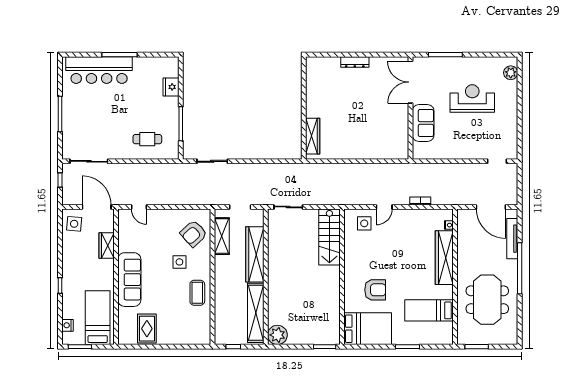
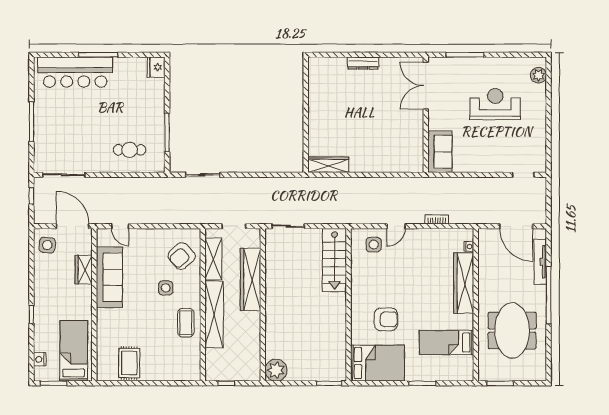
fridge: (171, 87) -> (156, 67), moved
sofa: (423, 123) -> (440, 152), moved
wardrobe: (313, 136) -> (328, 165), moved, turned -90
sofa: (129, 280) -> (109, 277), moved
shelving: (256, 313) -> (214, 314), moved

